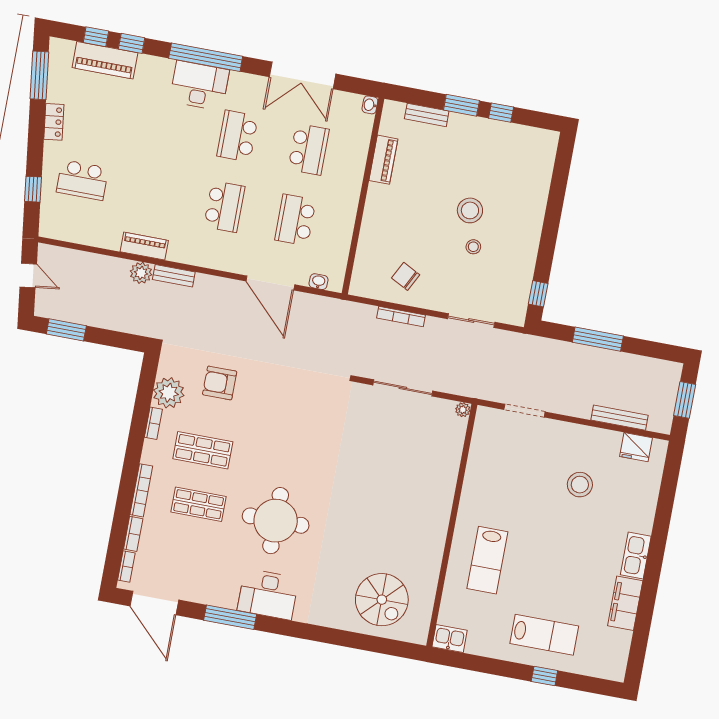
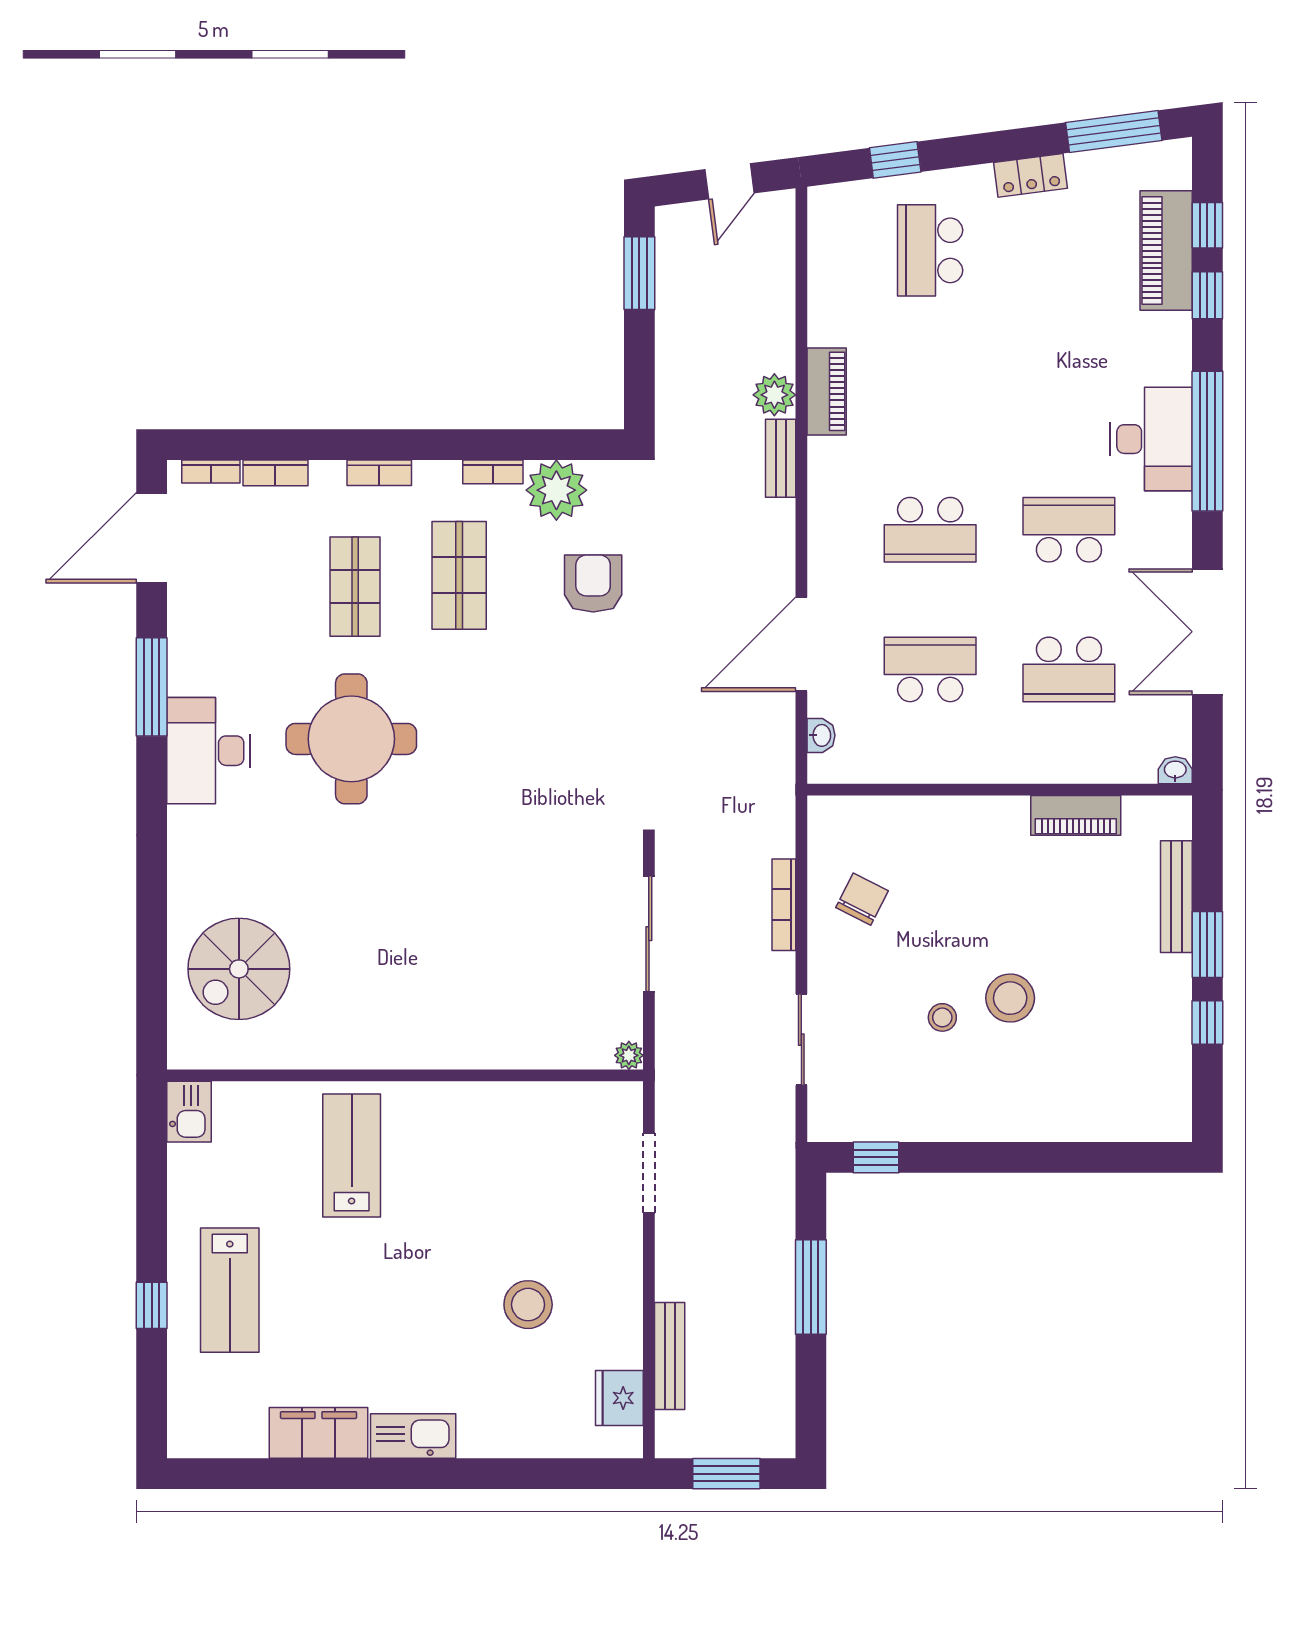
bench: (427, 115) -> (1176, 897), width x1.36
bookcase: (141, 490) -> (379, 473), width x0.64
lab bench: (487, 560) -> (352, 1155), turned 90

